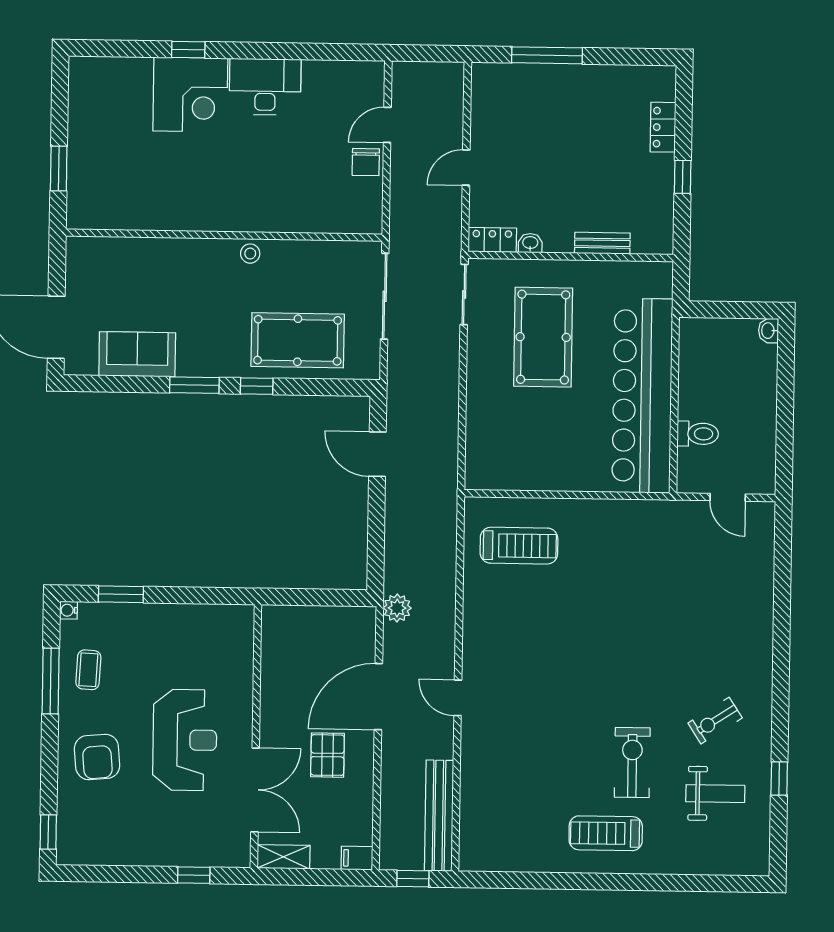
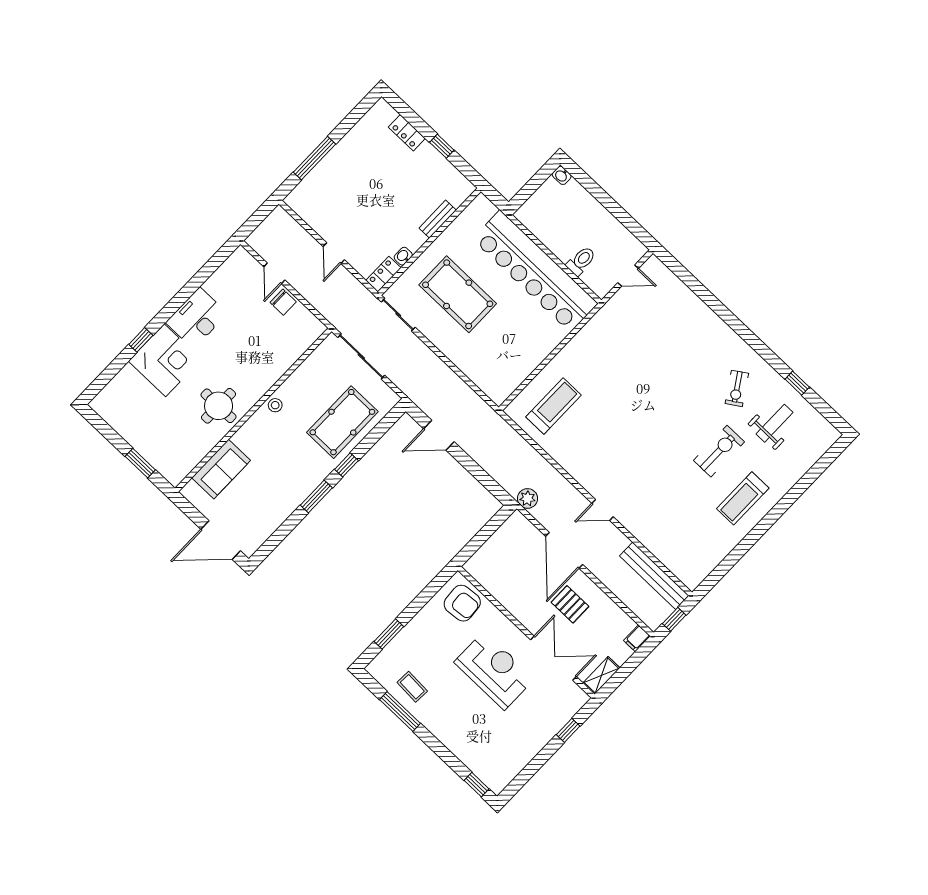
round table: (195, 195) -> (219, 406), added
sofa: (137, 354) -> (221, 469), moved, turned 180
water cooler: (68, 610) -> (372, 669), removed
armchair: (97, 757) -> (462, 603), moved
exercise bike: (632, 763) -> (719, 451), turned 90

